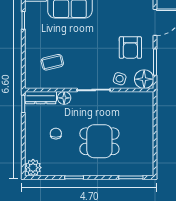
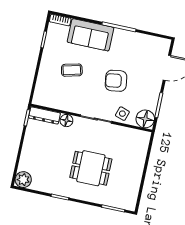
armchair: (130, 48) -> (116, 81), moved, turned 82
coffee table: (52, 62) -> (72, 70), moved
chair: (56, 134) -> (51, 152), removed

